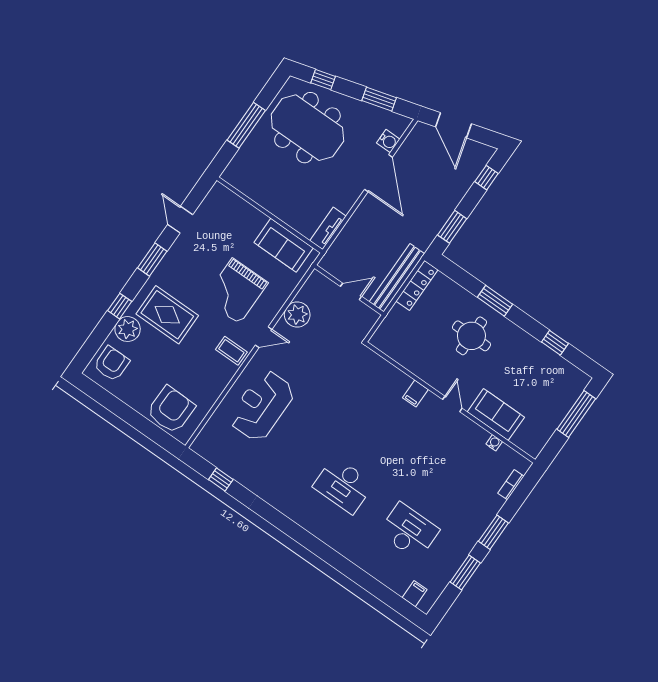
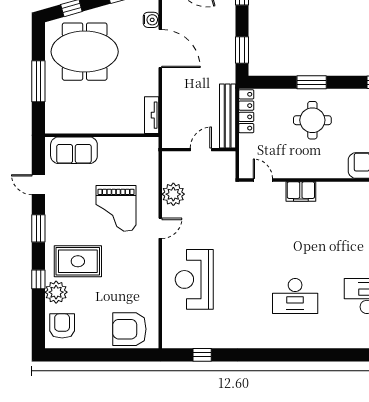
sofa: (284, 245) -> (74, 150), moved
coffee table: (231, 351) -> (143, 255), removed
filing cabinet: (415, 394) -> (301, 191), width x2.00
door: (452, 404) -> (263, 180), moved
armchair: (171, 410) -> (129, 329), turned -91

